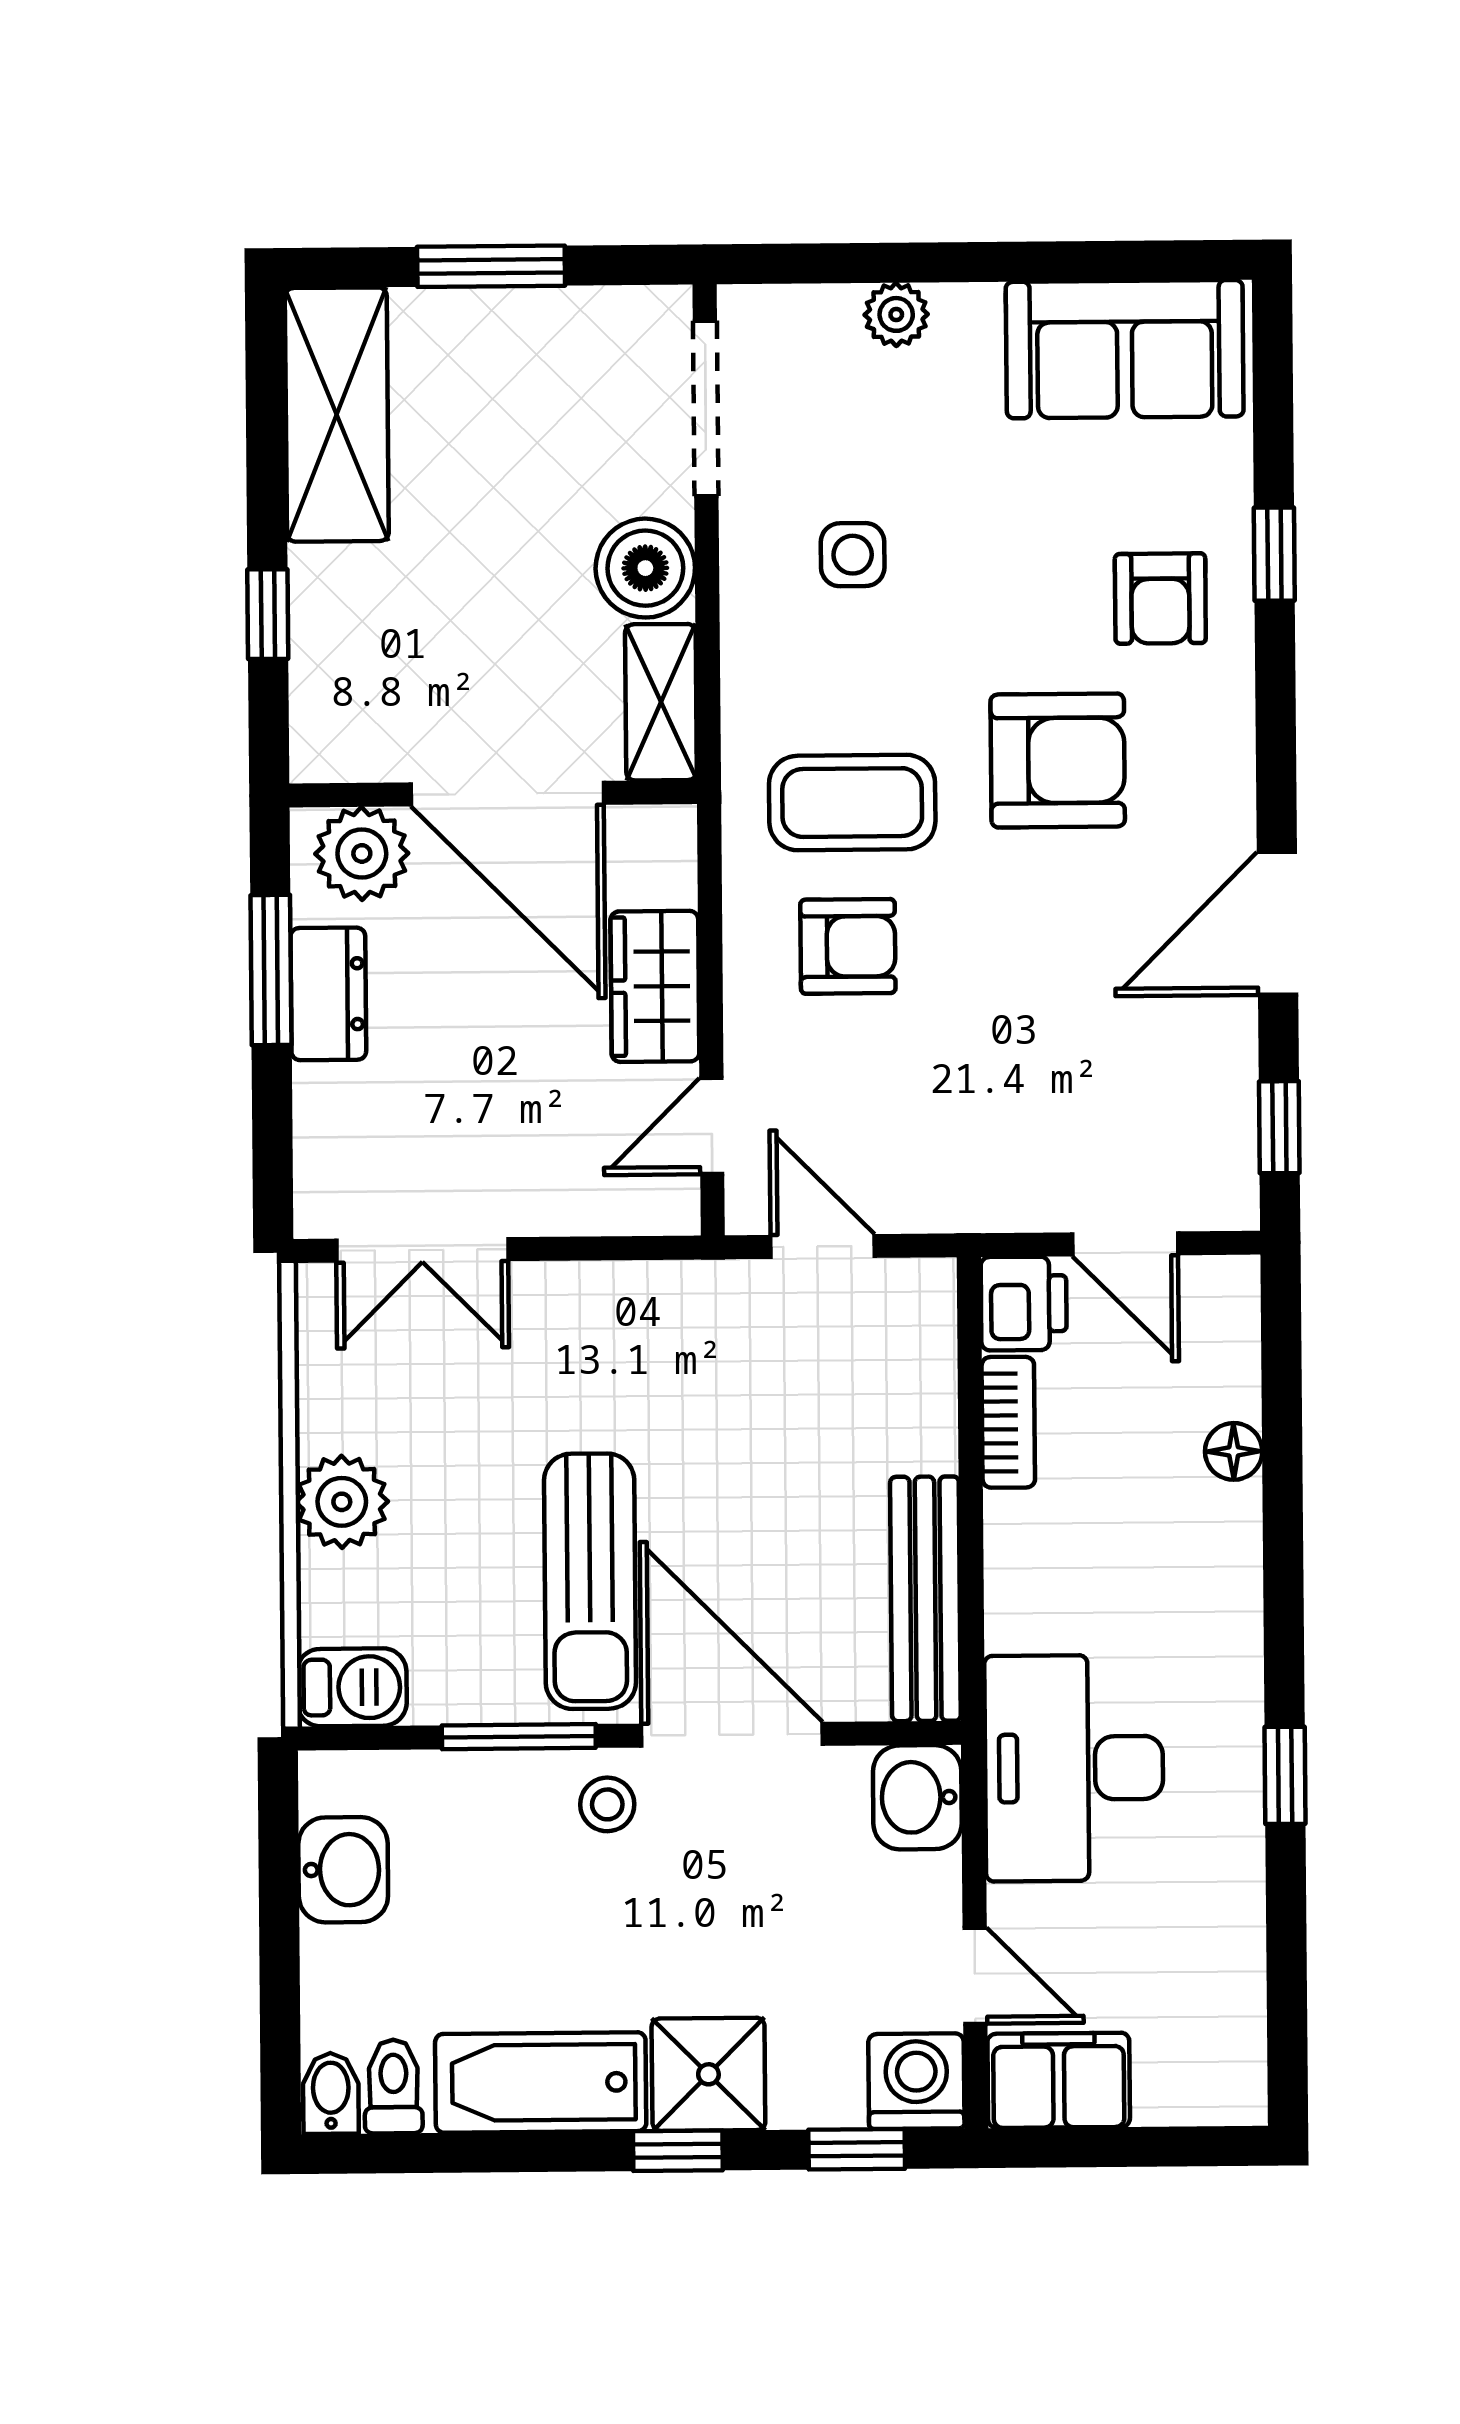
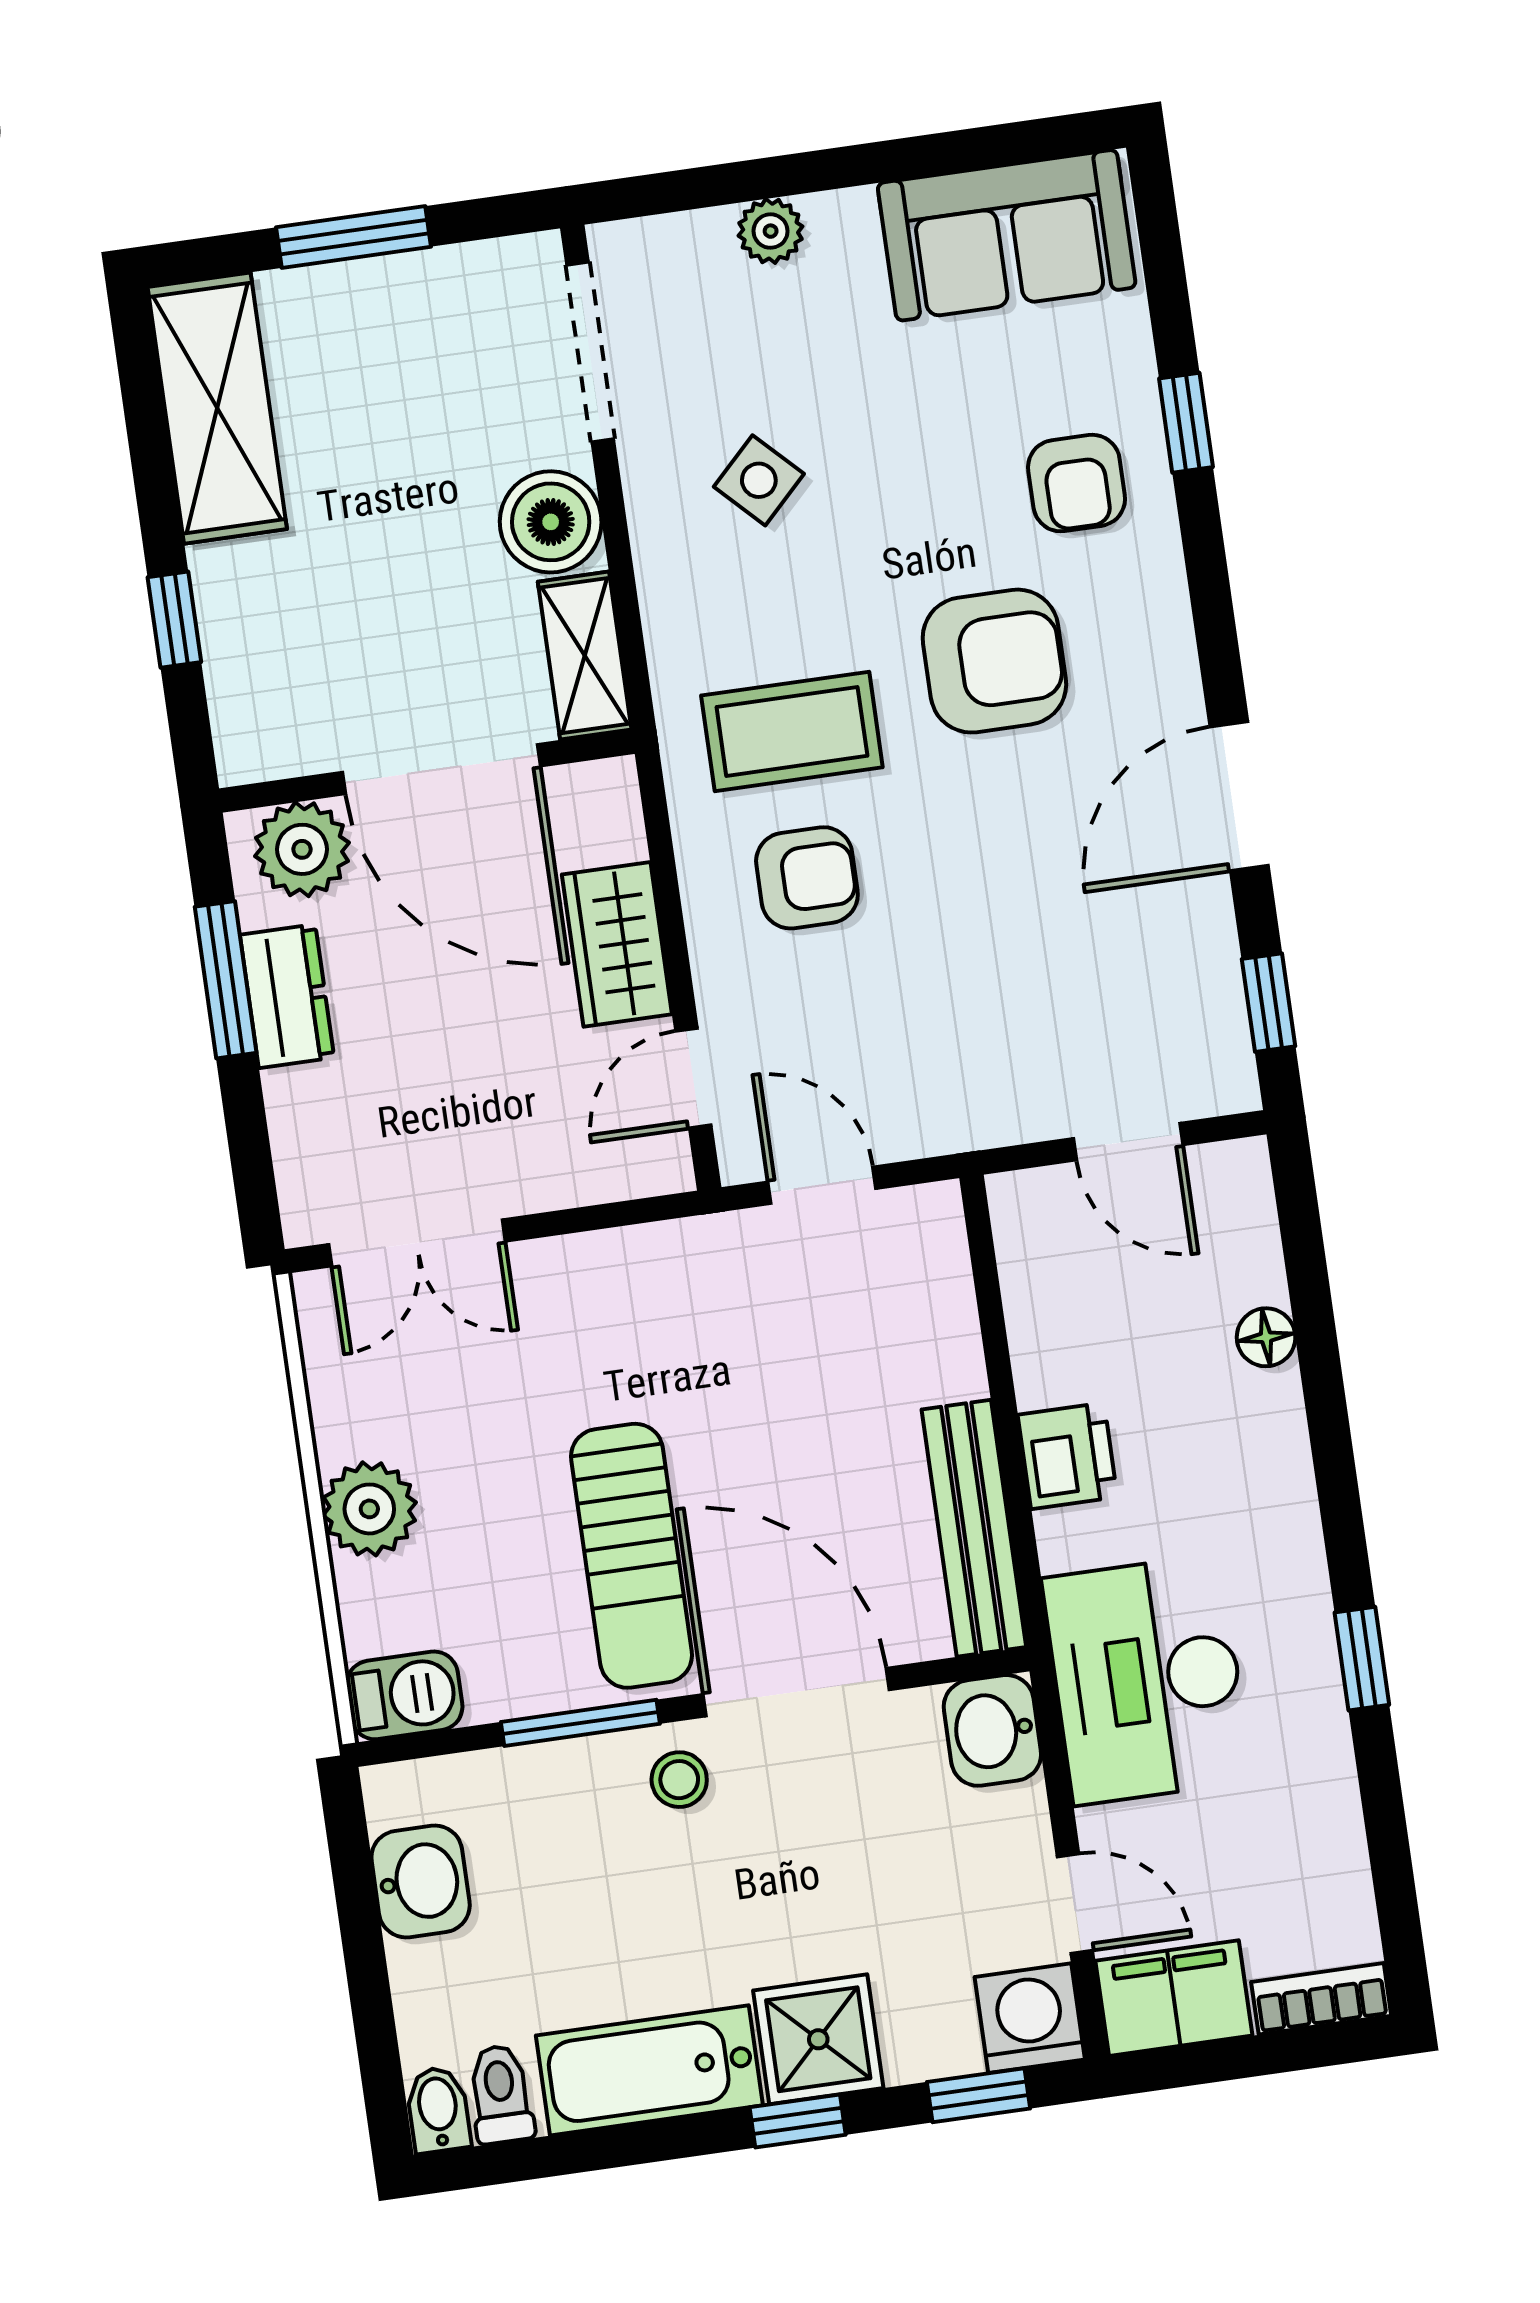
side table: (853, 555) -> (759, 480), turned 45
printer: (1024, 1303) -> (1068, 1456), moved
bookcase: (1008, 1422) -> (1321, 1999), moved, turned -90

